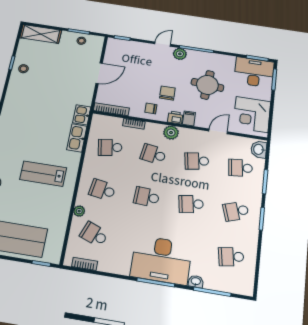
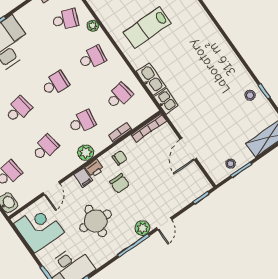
lab bench: (43, 174) -> (147, 28), turned 180

